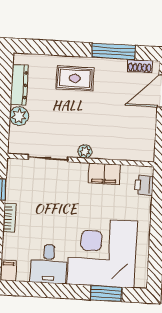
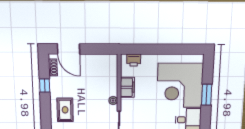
window: (114, 51) -> (45, 85), width x0.46
window: (106, 294) -> (207, 95), moved

